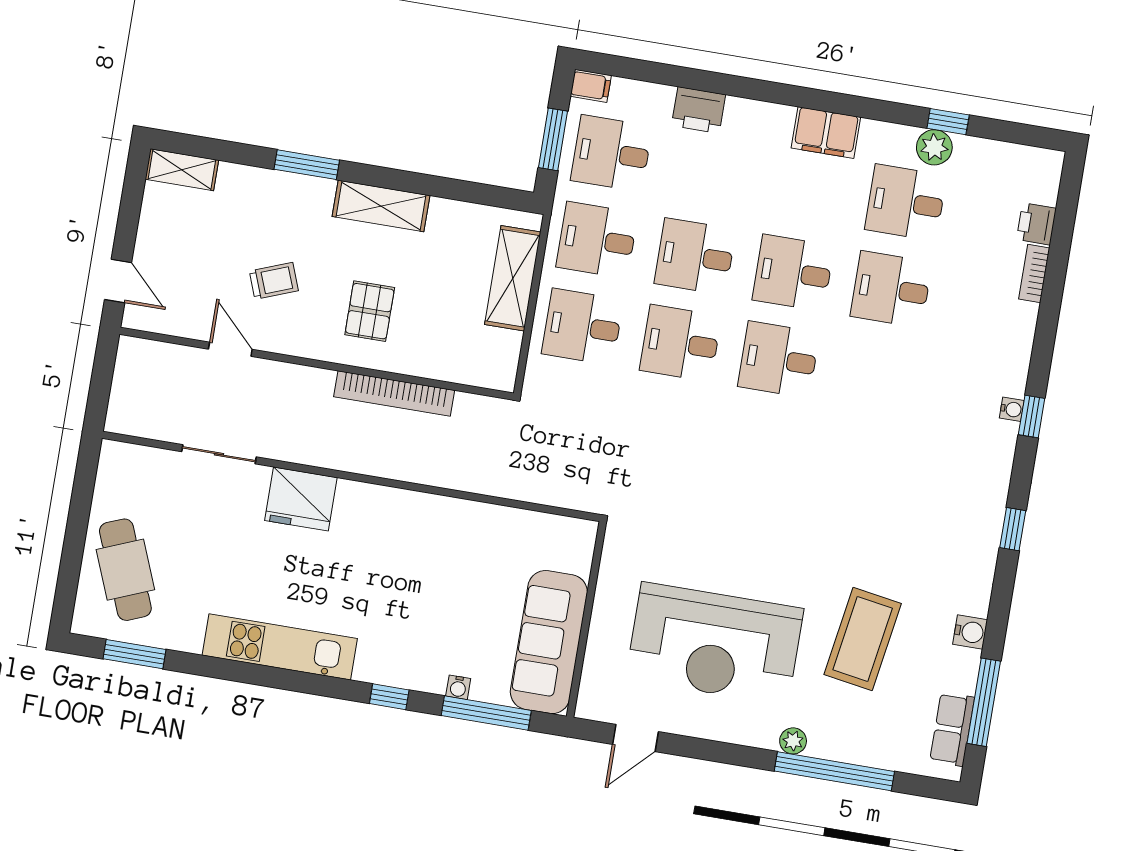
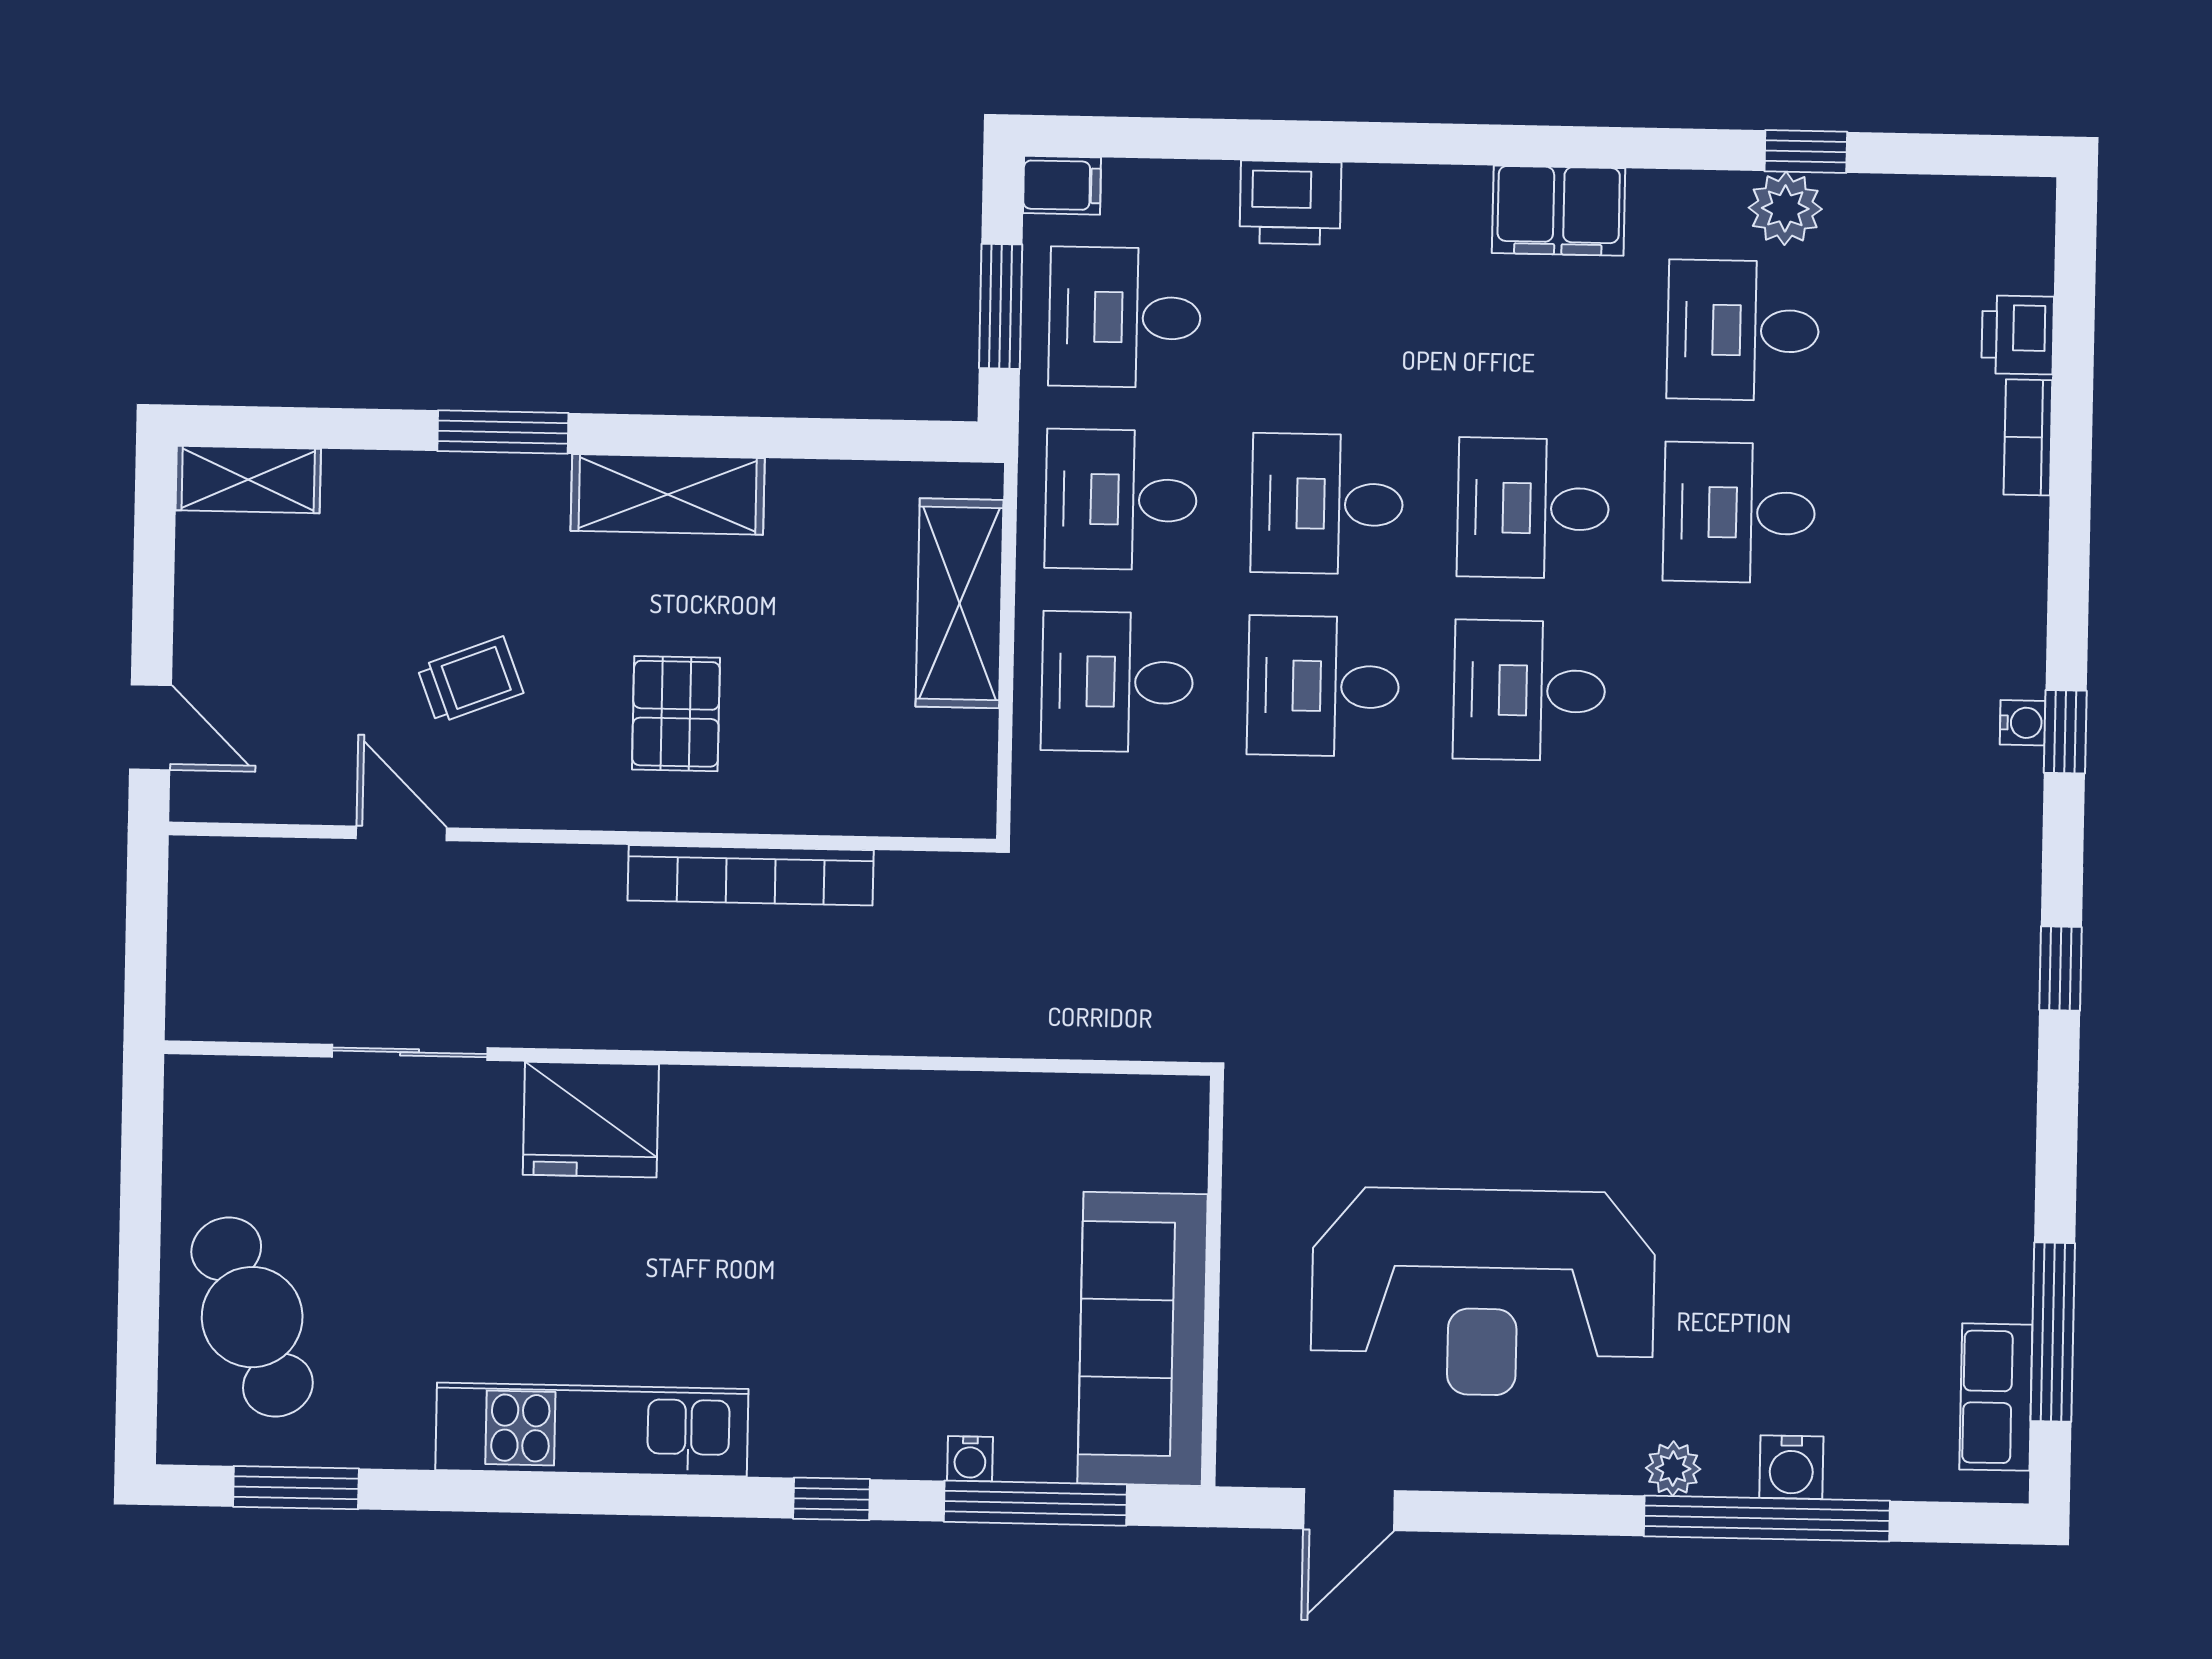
water cooler: (970, 632) -> (1791, 1467), moved, turned 90
coffee table: (863, 639) -> (1785, 1239), removed

